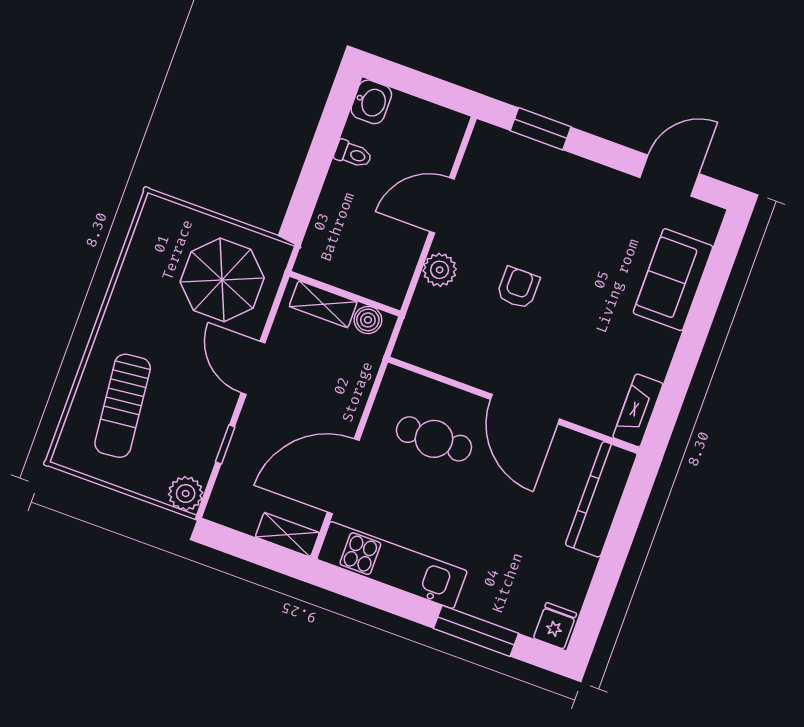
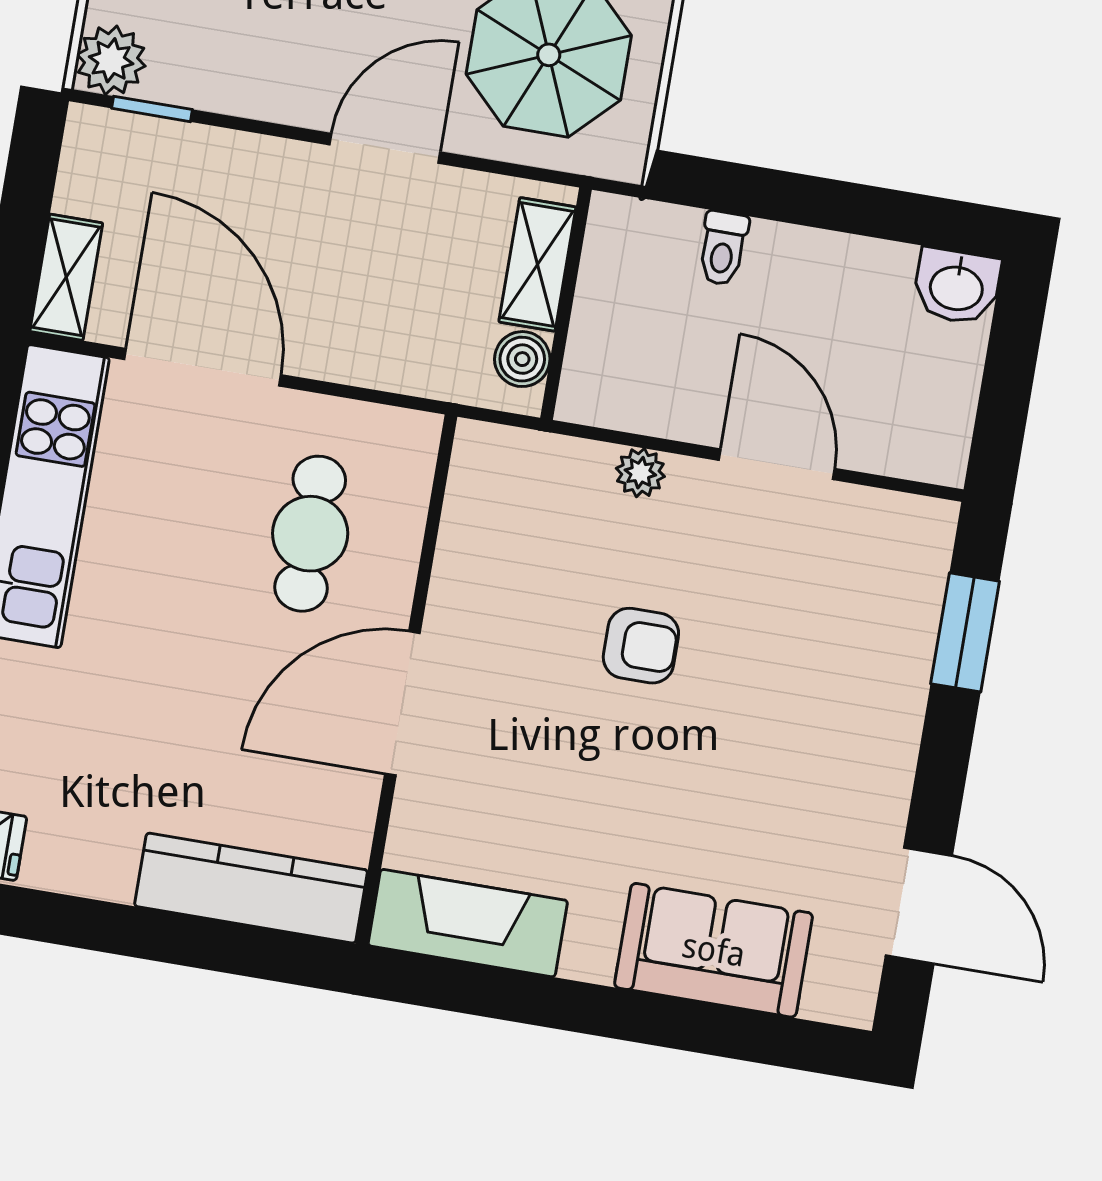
toilet: (353, 154) -> (723, 248), moved
plant: (440, 270) -> (640, 473), width x0.73, depth x0.73
fireplace: (638, 410) -> (468, 923), width x1.37, depth x1.32
window: (225, 444) -> (152, 109), moved

